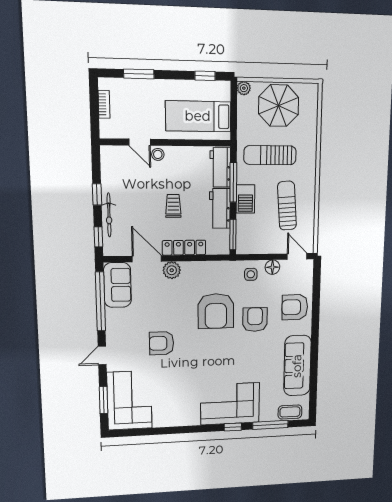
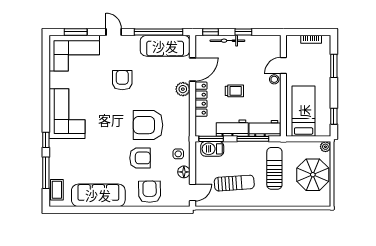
barbecue: (245, 199) -> (212, 149), moved
sofa: (117, 285) -> (165, 46), width x1.36
corner sofa: (230, 404) -> (67, 114), moved

